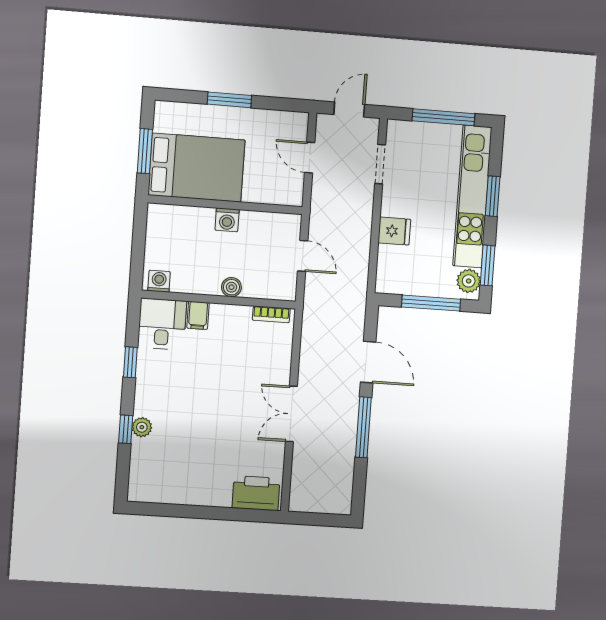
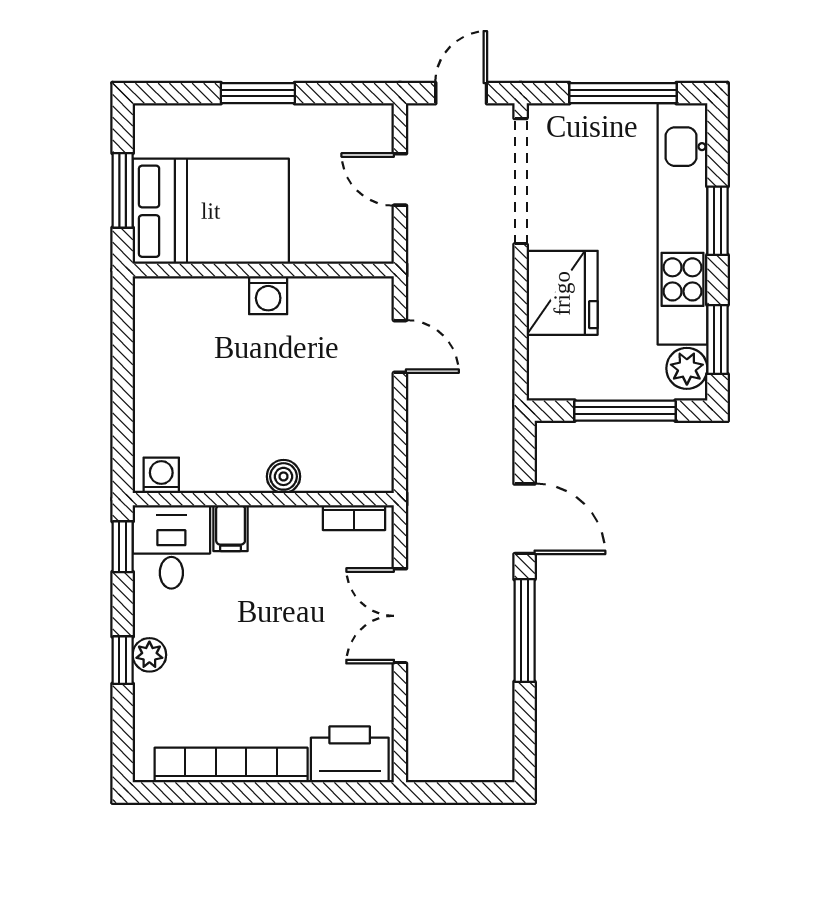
doorway: (380, 164) -> (521, 181), width x1.87
fridge: (394, 231) -> (562, 293), width x1.88, depth x1.34
washing machine: (159, 281) -> (161, 475), moved
boiler: (231, 287) -> (283, 476), moved
wall: (219, 300) -> (263, 499), moved
bookcase: (271, 314) -> (354, 518), moved
filing cabinet: (198, 315) -> (231, 528), moved
desk: (162, 324) -> (171, 547), moved
bookcase: (186, 495) -> (231, 765), added

